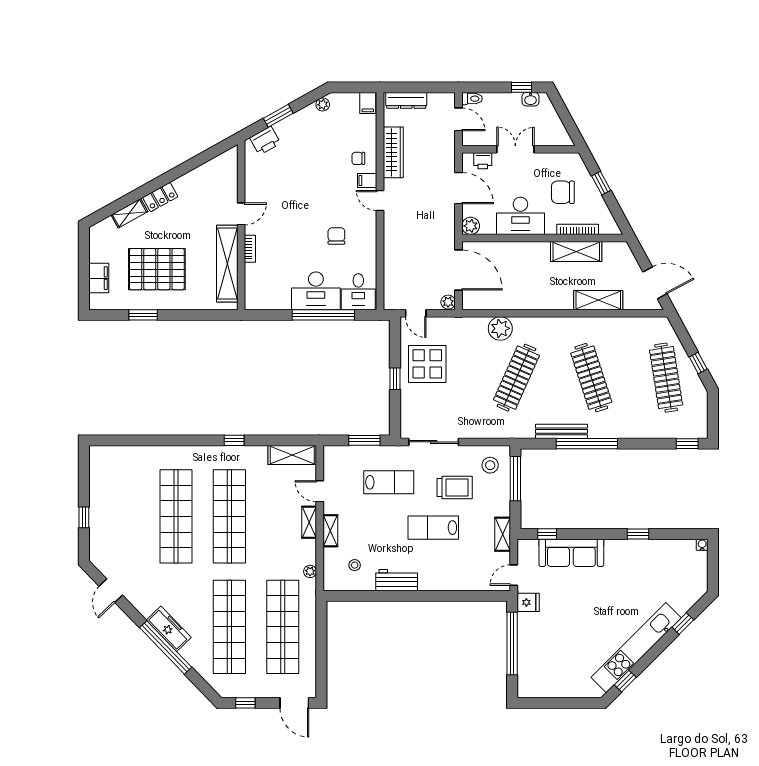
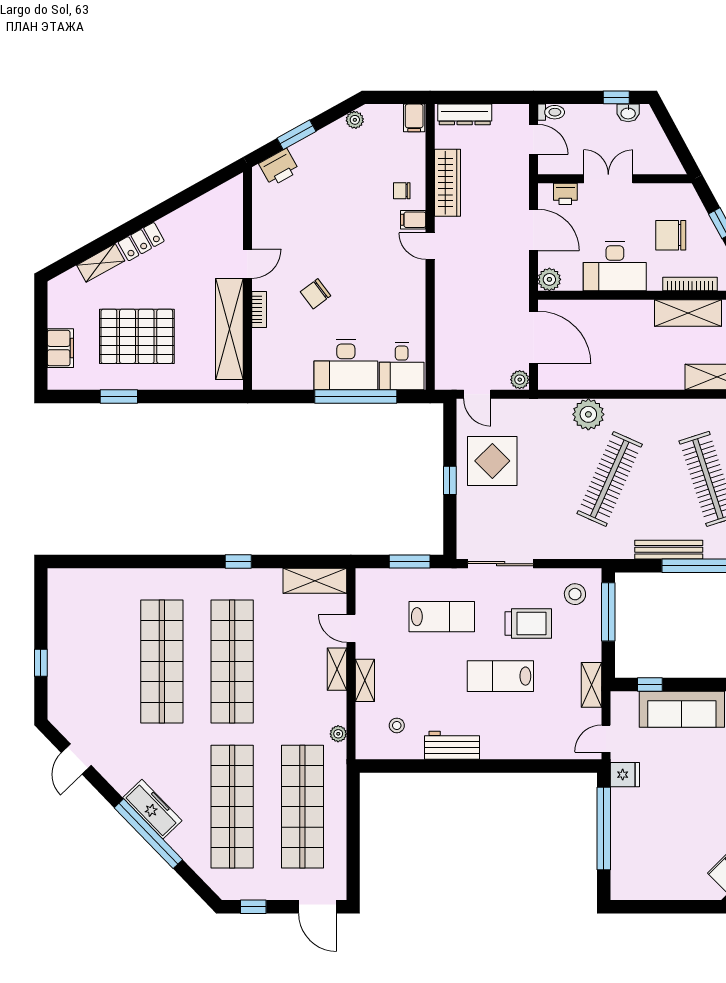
chair: (336, 236) -> (316, 294), moved, turned -127

